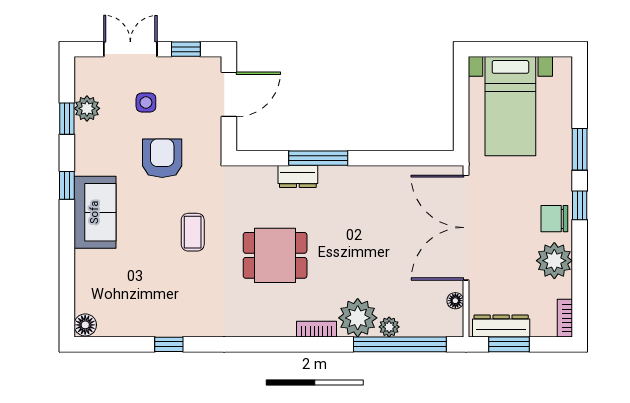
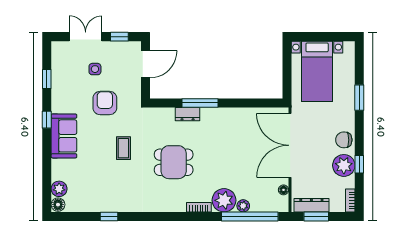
plant: (87, 108) -> (59, 189), moved
window: (580, 205) -> (359, 164), moved

